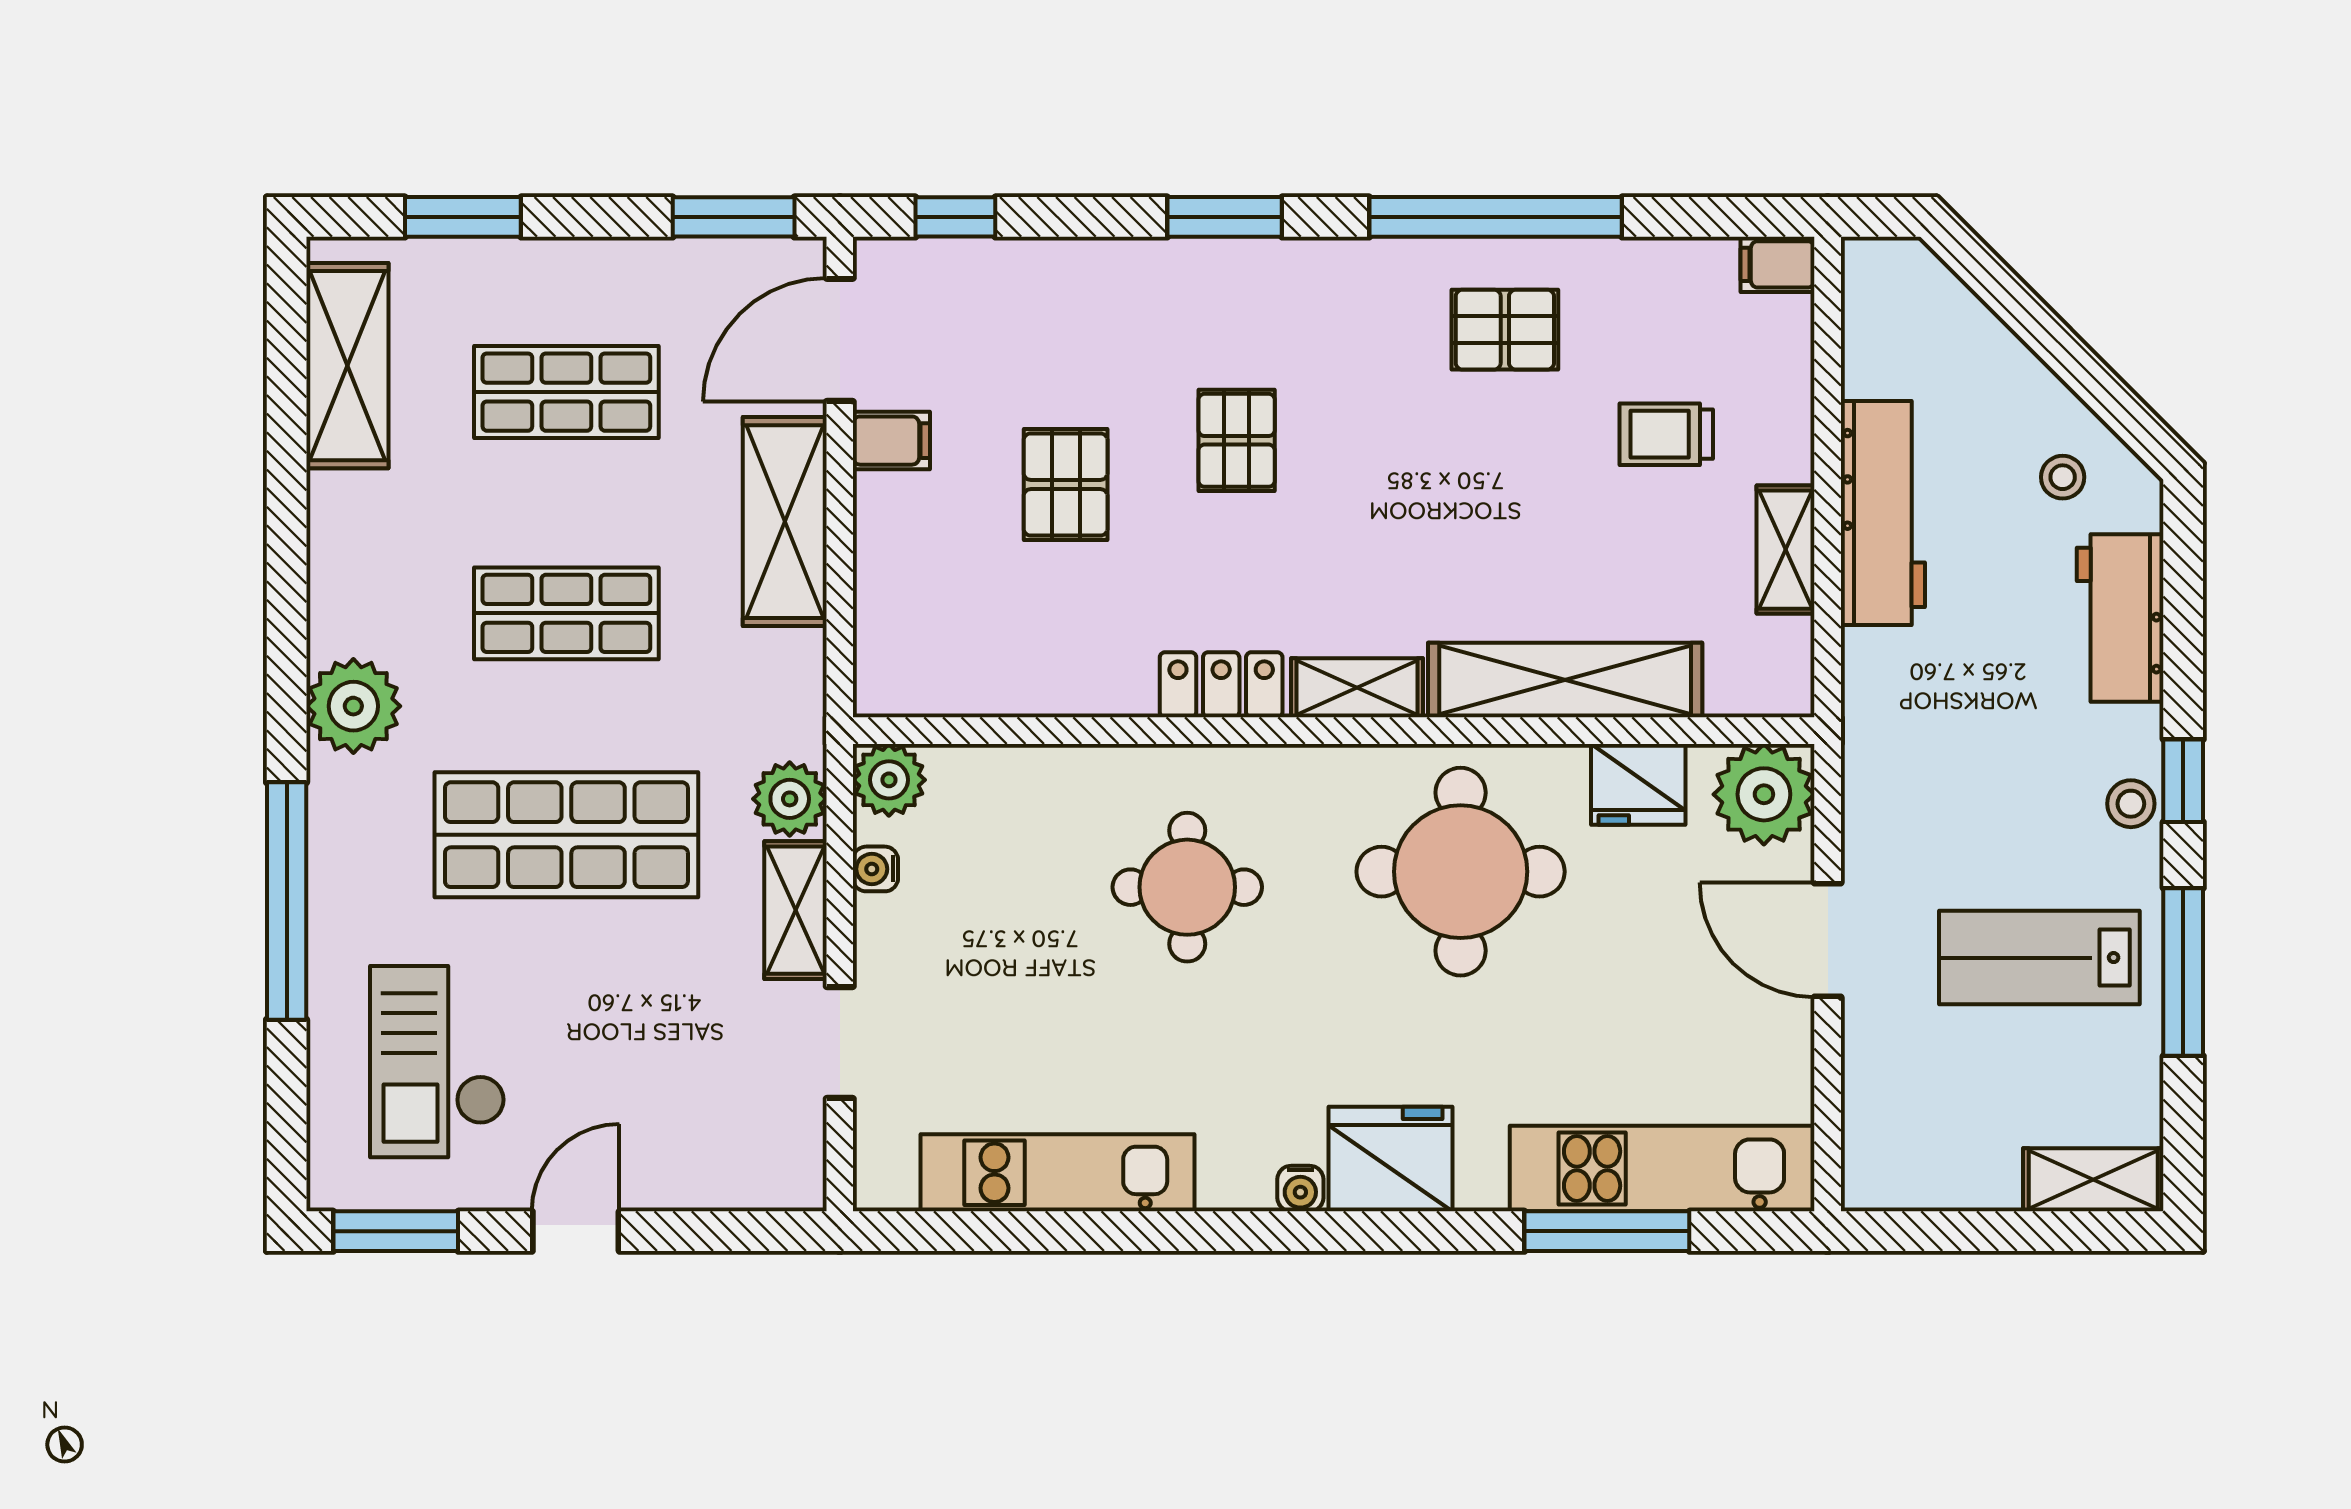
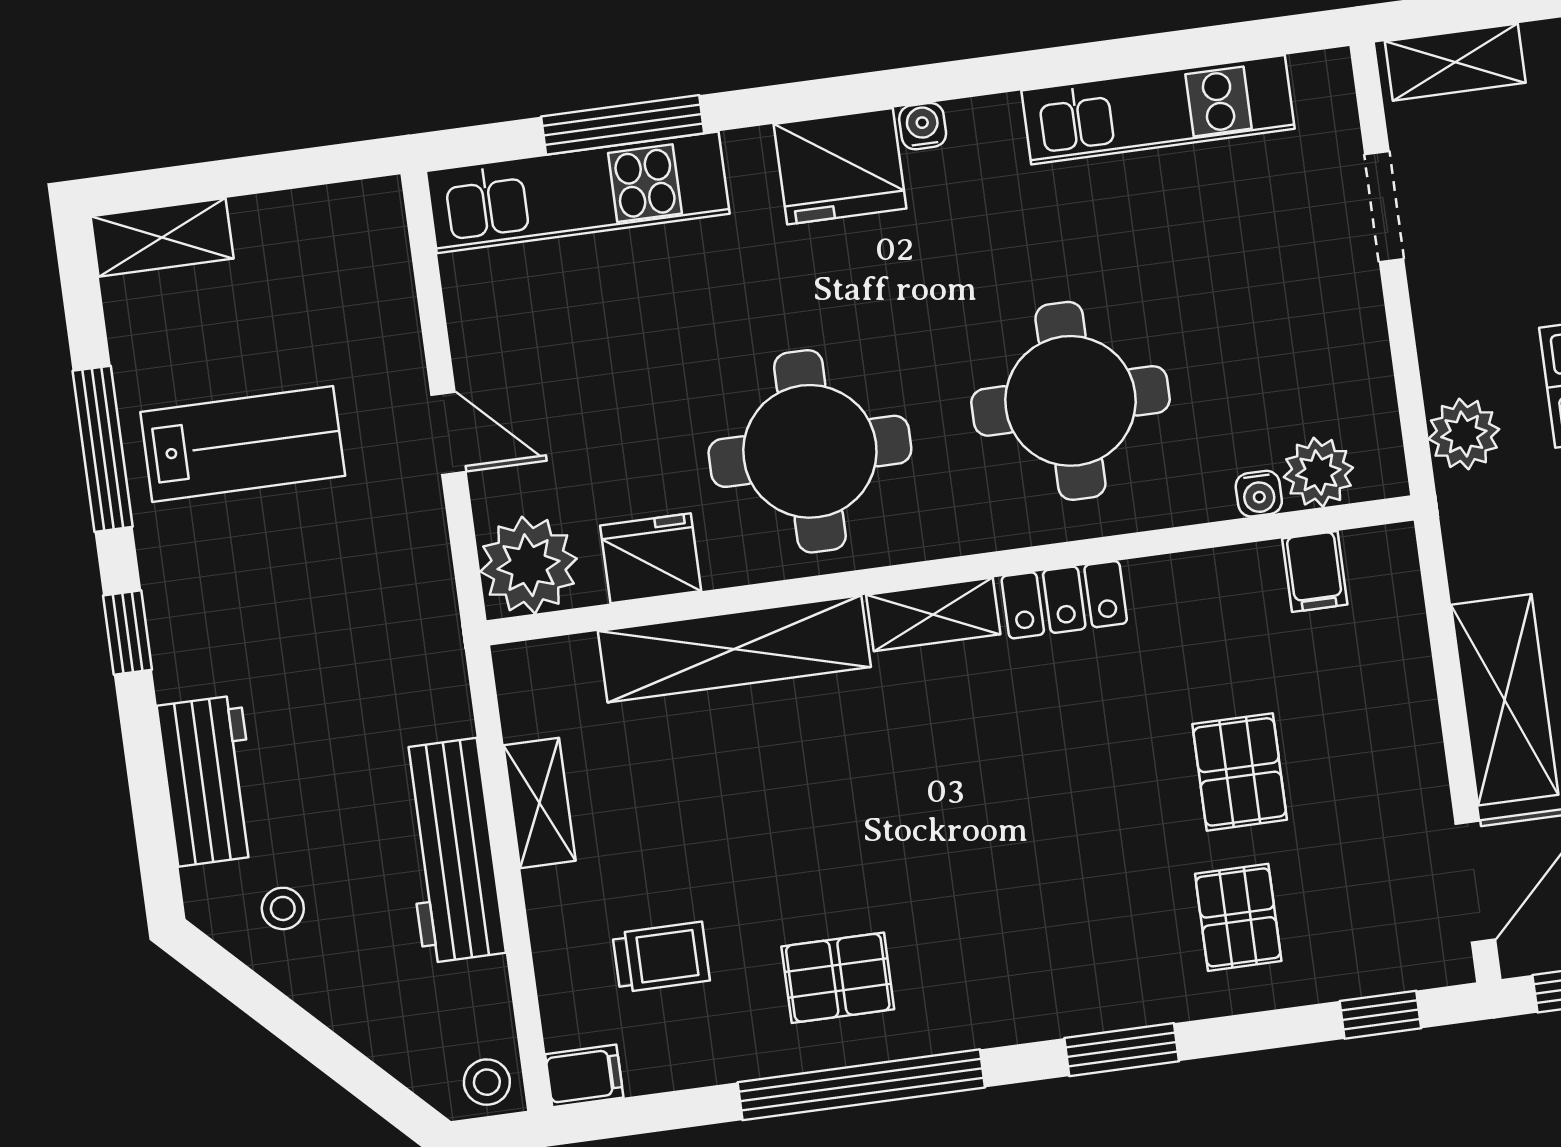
trolley: (1666, 434) -> (661, 957), moved
pallet: (1237, 440) -> (1238, 917), moved
filing cabinet: (891, 441) -> (1315, 572), moved, turned -90
plant: (889, 780) -> (1318, 472), moved
stool: (2131, 804) -> (487, 1082), moved
water cooler: (875, 869) -> (1259, 494), moved, turned 90
round table: (1187, 887) -> (1070, 401), width x1.36, depth x1.36
shelving: (795, 910) -> (1455, 62), moved, turned 90
door: (1828, 940) -> (448, 433), width x0.73

